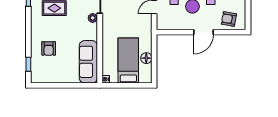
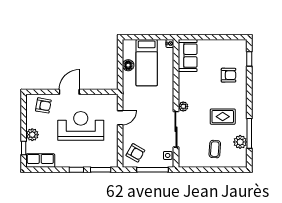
armchair: (49, 48) -> (229, 75), turned 90
sofa: (88, 62) -> (188, 56), width x0.73

